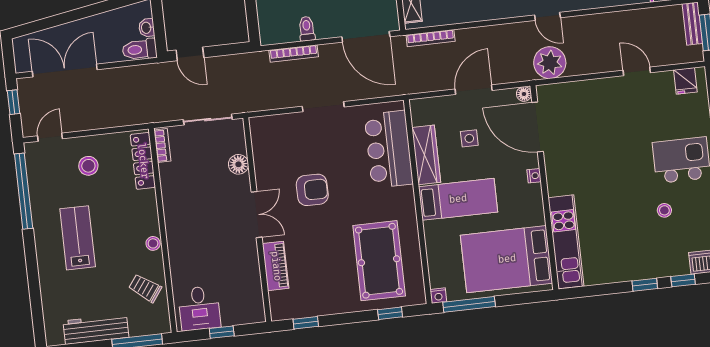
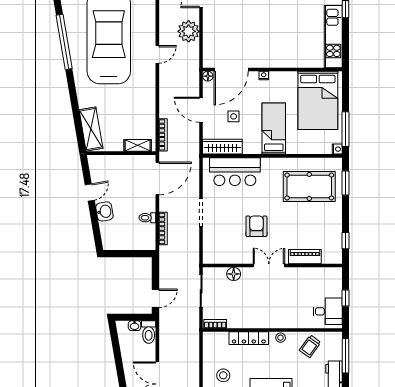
plant: (550, 63) -> (189, 31), moved
wardrobe: (426, 155) -> (222, 147), moved
locker: (143, 161) -> (249, 338), moved
kitchen unit: (566, 242) -> (333, 37), moved, turned -90
window: (390, 313) -> (346, 183), width x1.50

